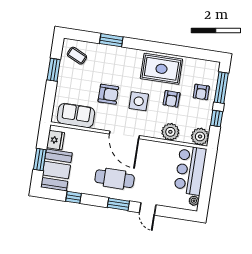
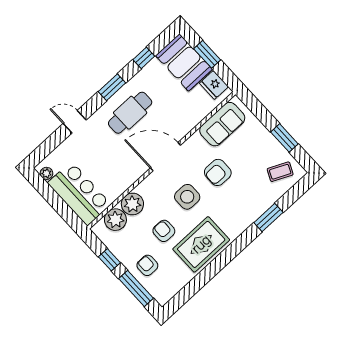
plant: (200, 136) -> (115, 220), moved
window: (118, 204) -> (112, 87), moved

